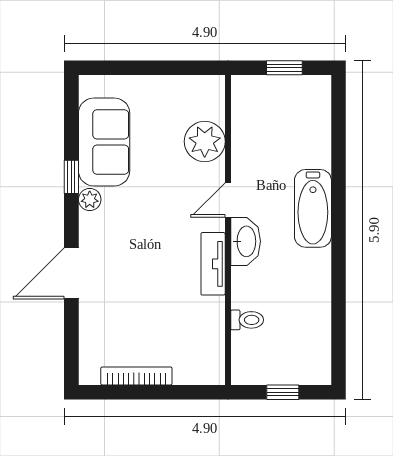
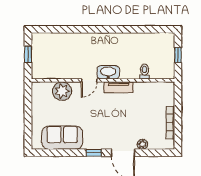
window: (71, 177) -> (94, 153), moved
plant: (90, 200) -> (142, 144), moved
door: (228, 200) -> (89, 80), hinge flipped
bathtub: (313, 208) -> (93, 41), removed

